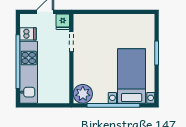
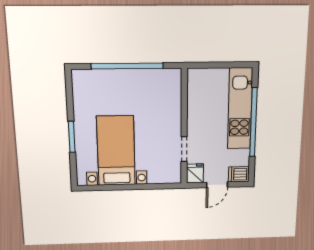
dishwasher: (28, 34) -> (239, 174), moved
bed with nightstands: (132, 76) -> (116, 151), moved, turned 180
plant: (83, 94) -> (169, 81), removed

